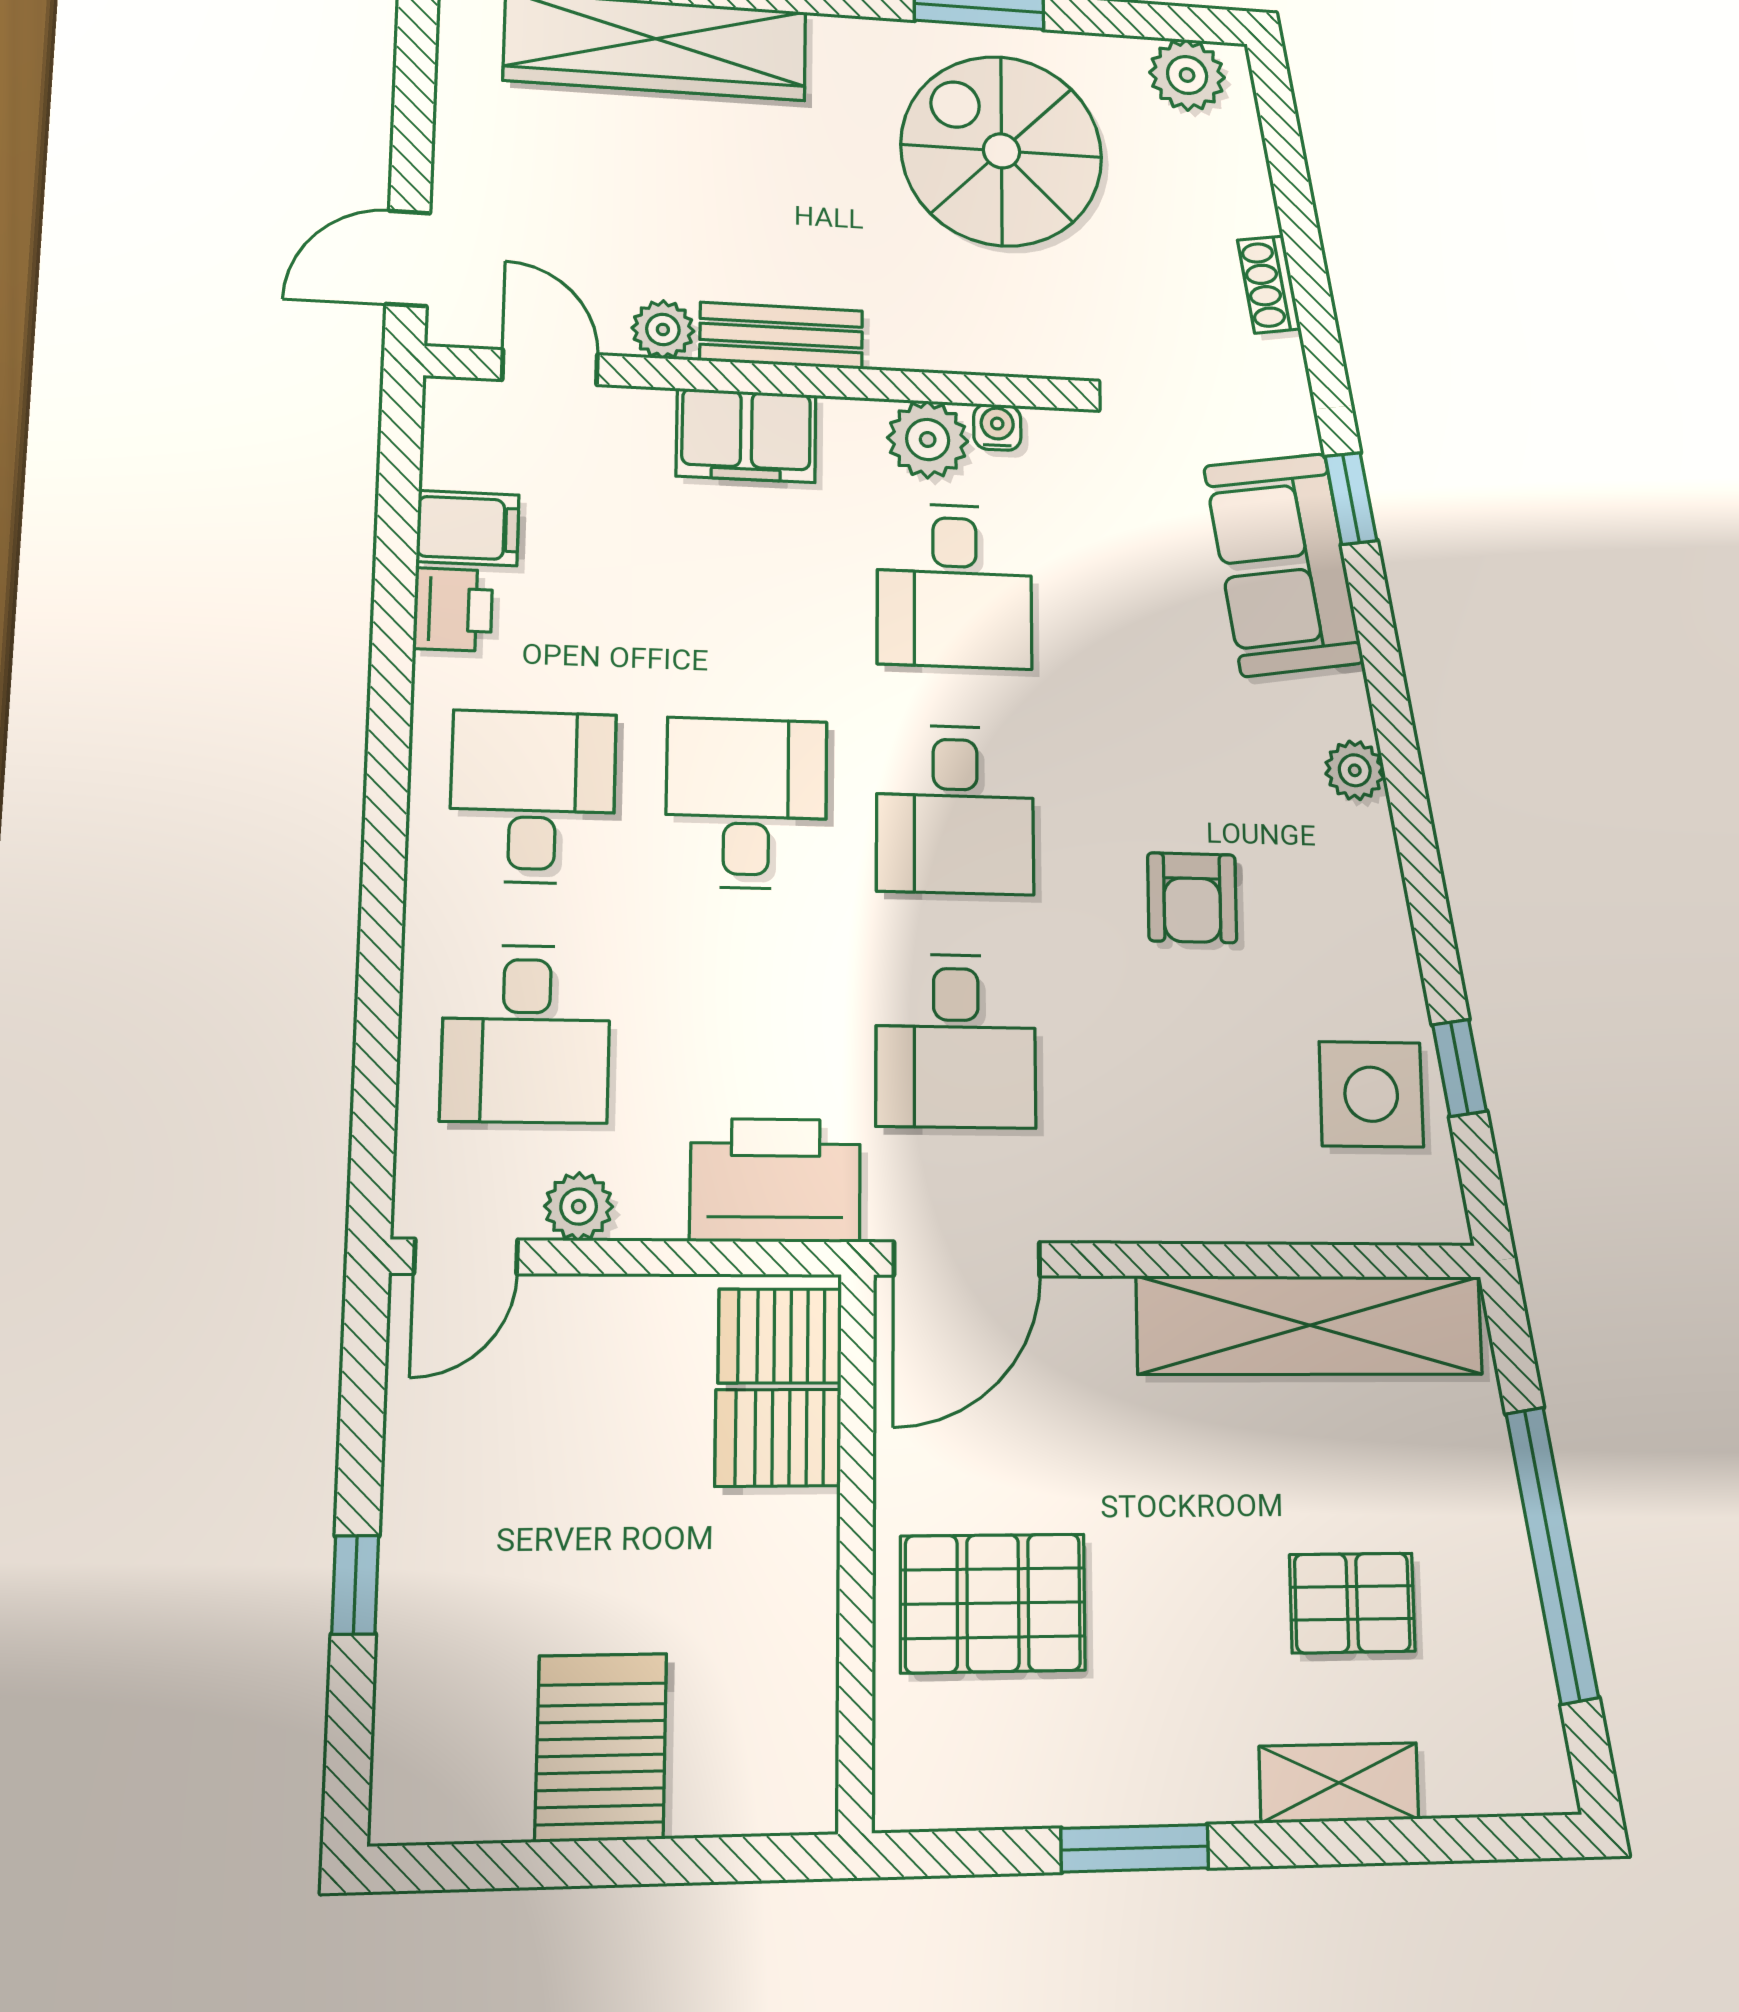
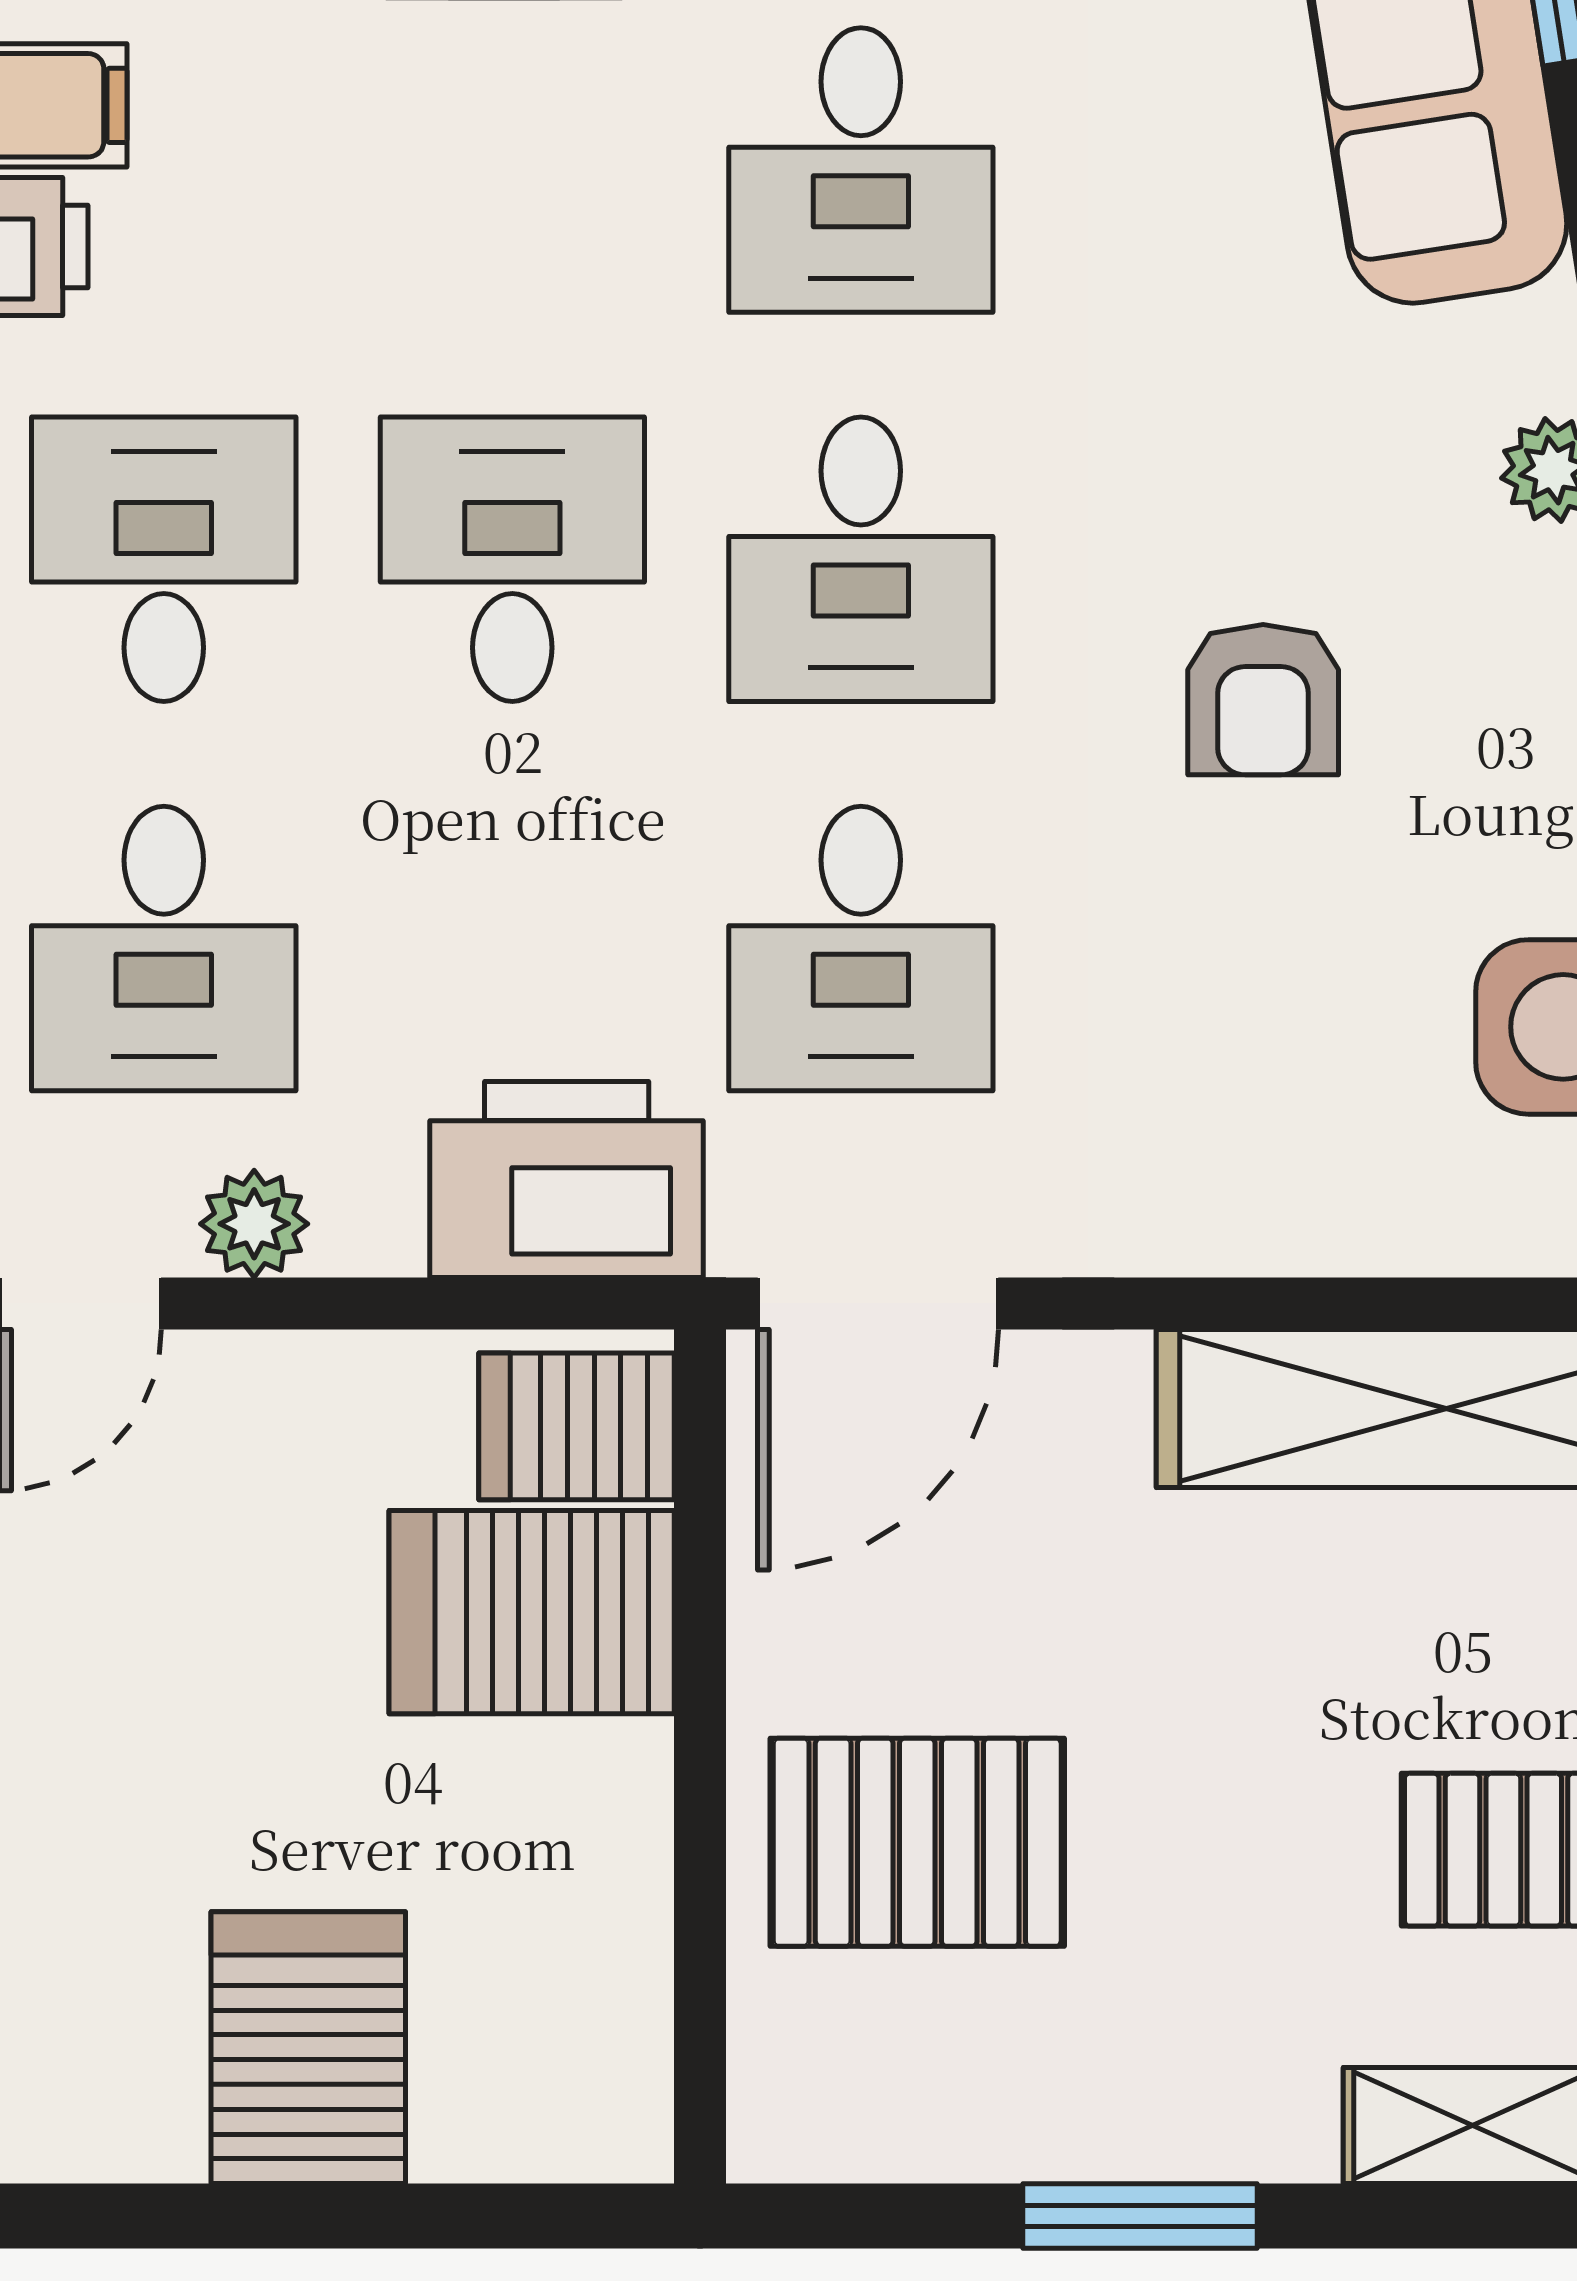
server rack: (778, 1438) -> (532, 1612), width x1.36, depth x1.44

